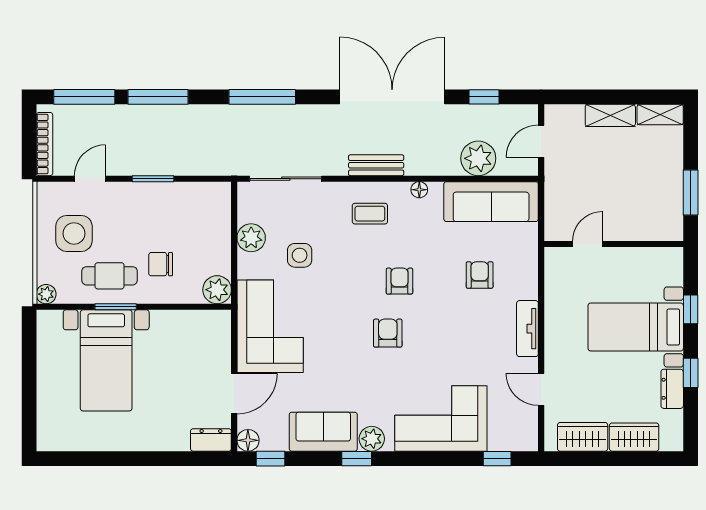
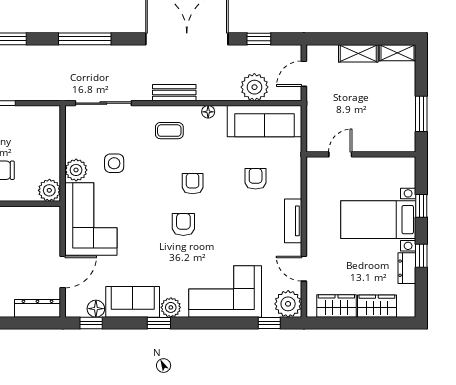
plant: (251, 238) -> (76, 170), moved
plant: (521, 434) -> (288, 304), added
dresser: (211, 440) -> (37, 308), width x1.44
floor lamp: (248, 440) -> (96, 309), moved

